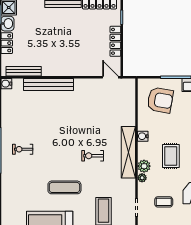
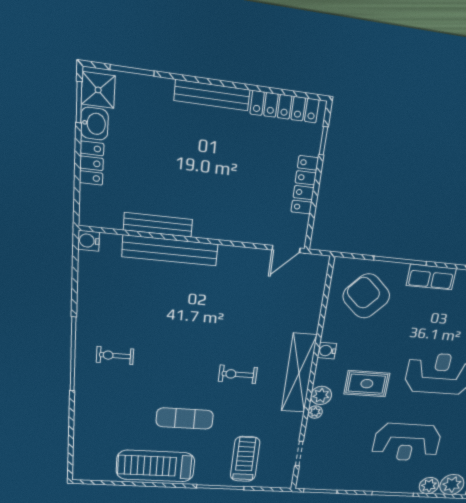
bench: (24, 71) -> (158, 225), moved
door: (110, 77) -> (286, 249), swing flipped
armchair: (160, 100) -> (366, 296), turned -148
rug: (171, 156) -> (367, 384), turned 90
coffee table: (164, 202) -> (343, 447), removed

